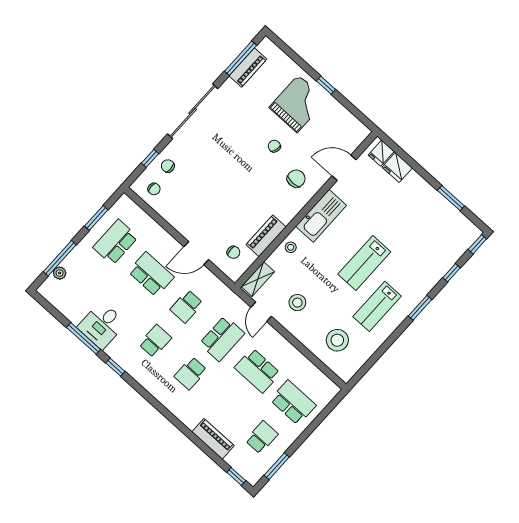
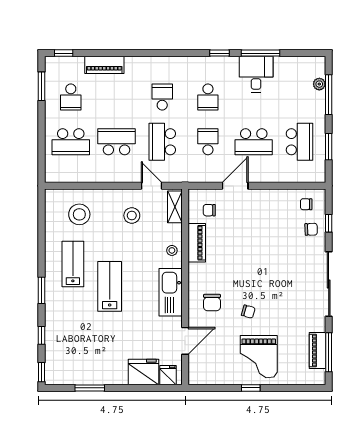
fridge: (397, 167) -> (144, 372), width x1.36, depth x1.34

